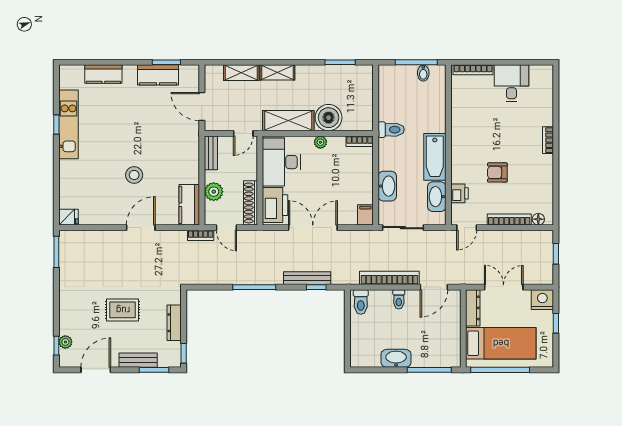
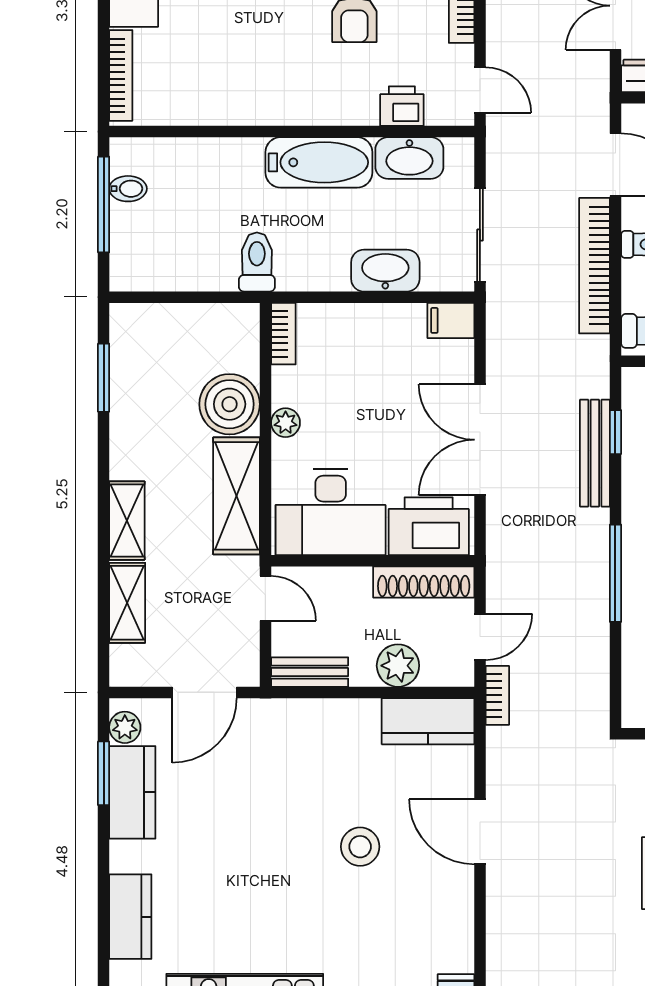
plant: (187, 72) -> (125, 727), added

